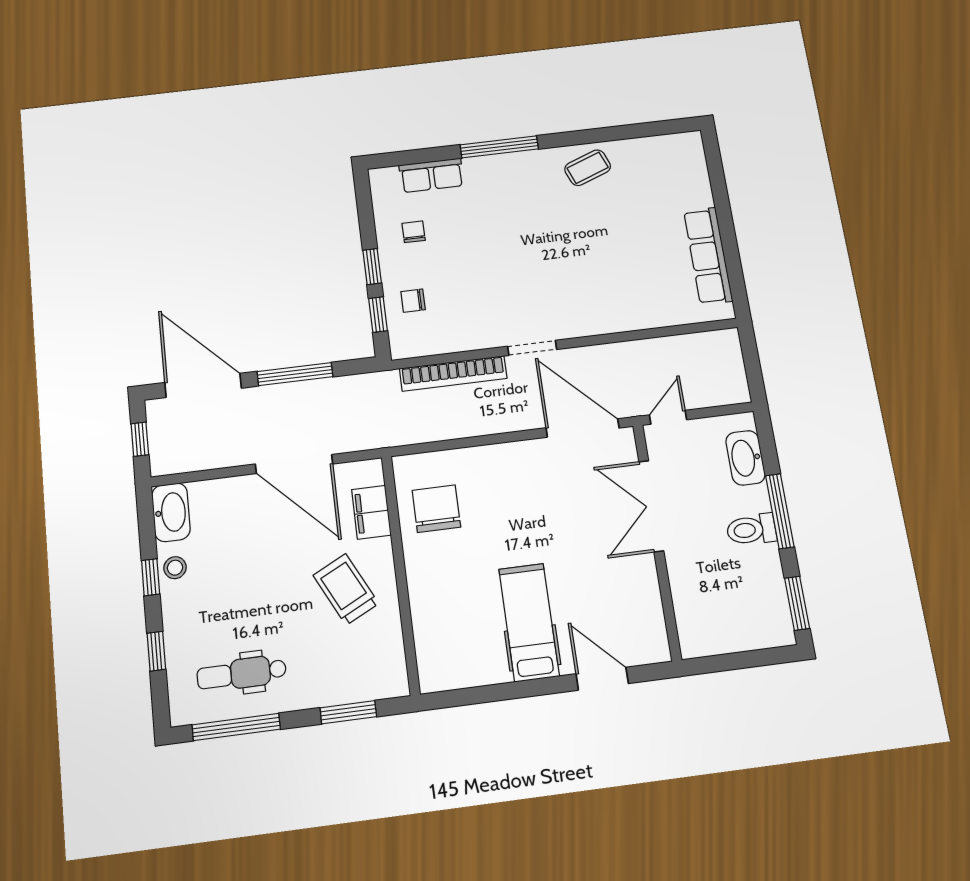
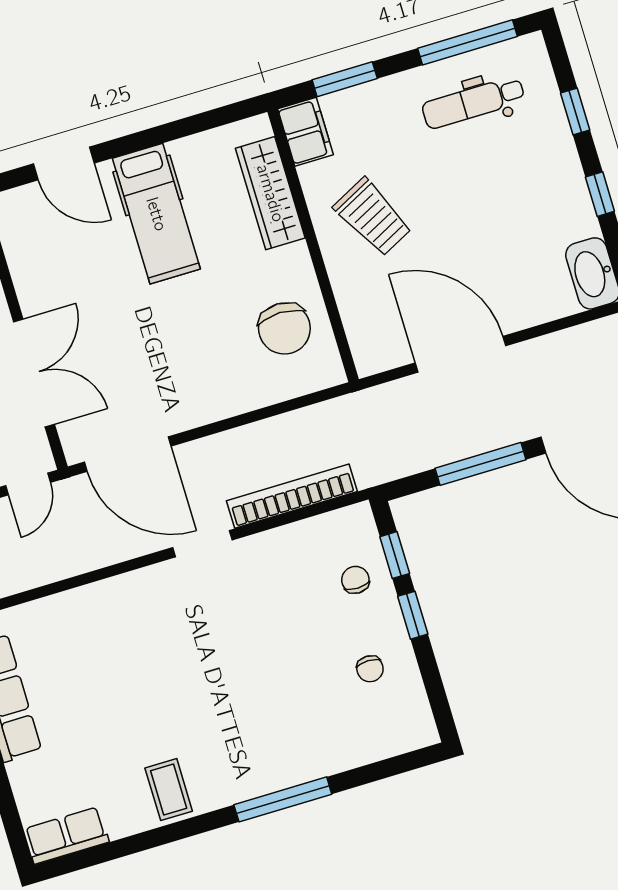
coffee table: (588, 168) -> (169, 790), turned -69
row of seats: (431, 175) -> (66, 835), moved
chair: (413, 301) -> (355, 580), turned -90
filing cabinet: (371, 512) -> (305, 132), moved
stool: (175, 568) -> (574, 210), removed
wardrobe: (429, 624) -> (270, 193), added
dental chair: (242, 673) -> (473, 102), turned 180

